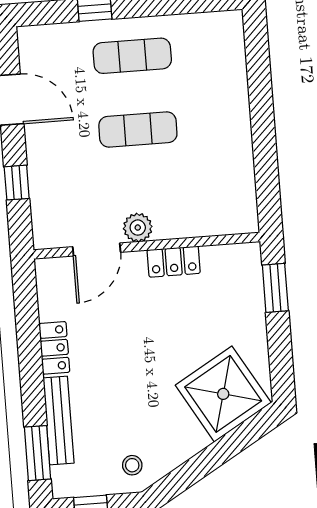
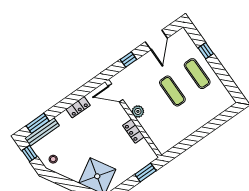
door: (97, 250) -> (115, 93), moved
bench: (59, 421) -> (42, 132), moved

